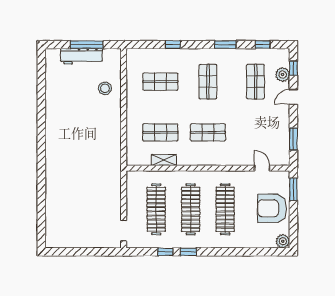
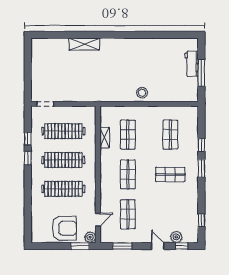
window: (225, 45) -> (201, 168), moved
workbench: (81, 56) -> (192, 64), width x0.73
shop shelf: (255, 82) -> (128, 214), moved, turned 90
stool: (105, 88) -> (142, 93), moved
shelving: (52, 184) -> (84, 44), added
armchair: (272, 208) -> (64, 228), turned 90
plant: (283, 241) -> (90, 237), moved

